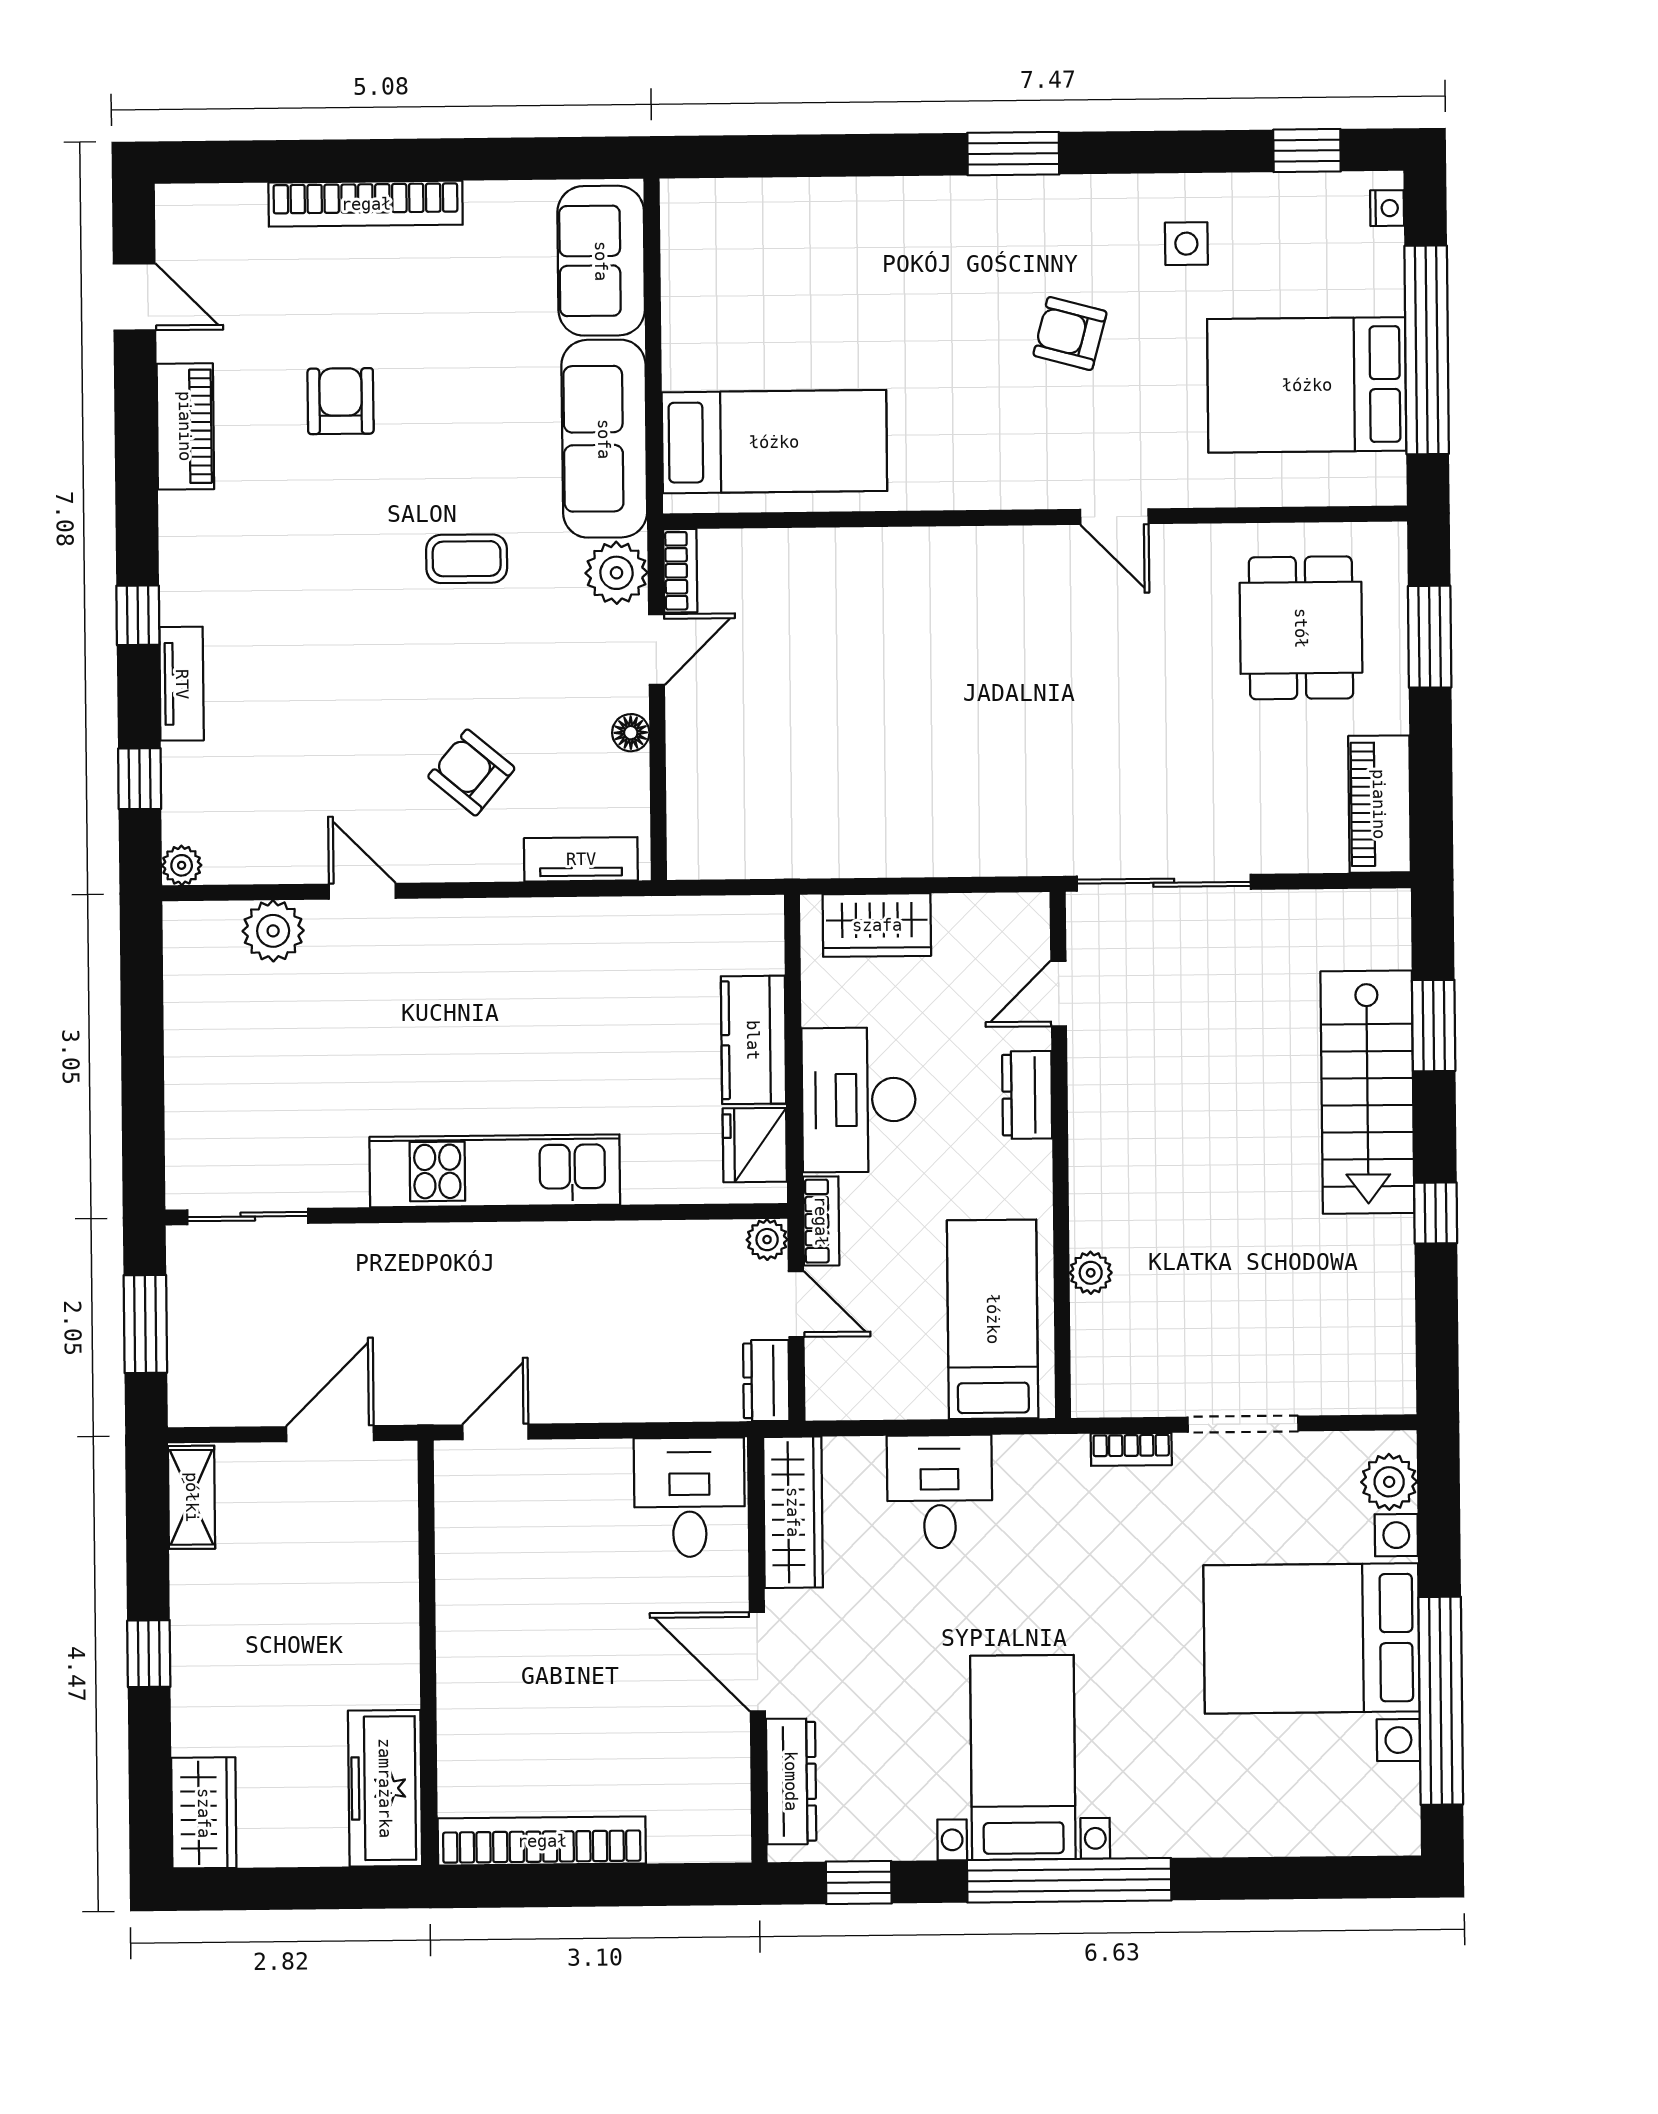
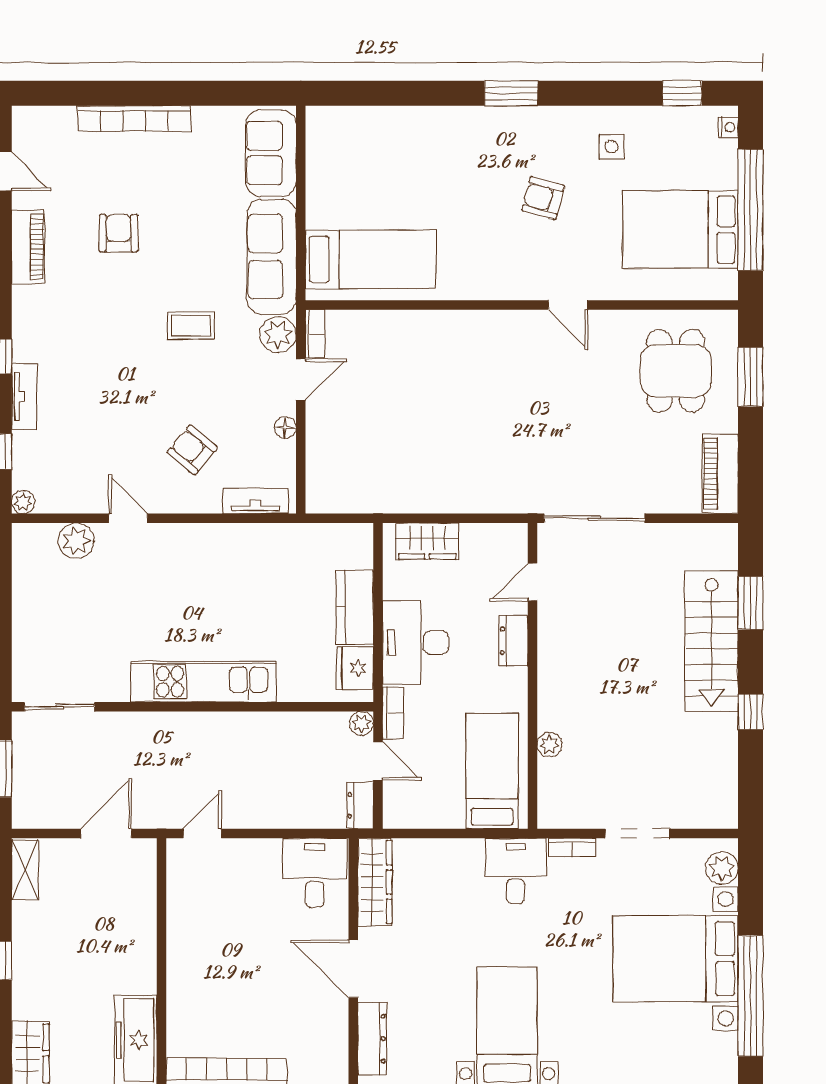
desk: (940, 1492) -> (516, 871), moved

